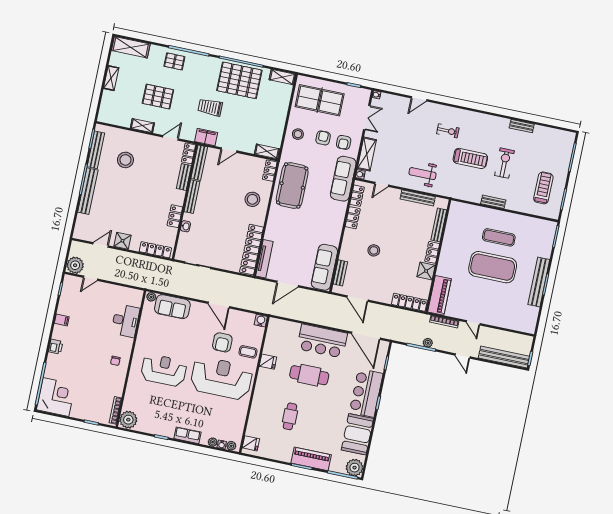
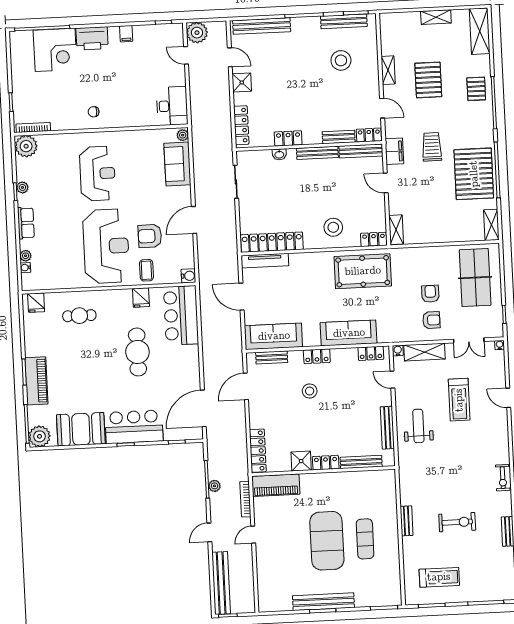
exercise bike: (448, 131) -> (503, 478), moved
stool: (298, 134) -> (427, 262), removed
armchair: (323, 138) -> (430, 294), turned -90
armchair: (344, 142) -> (431, 320), turned 180
treadmill: (470, 158) -> (459, 400), moved
sofa: (343, 179) -> (349, 333), moved
bench: (88, 191) -> (262, 26), moved
locker: (353, 218) -> (317, 356), moved
desk: (125, 321) -> (172, 106), moved, turned -90
bar counter: (322, 341) -> (181, 315), moved
printer: (56, 347) -> (92, 38), width x1.87, depth x1.48
corner desk: (56, 397) -> (55, 50), moved
cafe table: (290, 416) -> (79, 316), moved
plant: (231, 446) -> (22, 187), moved

